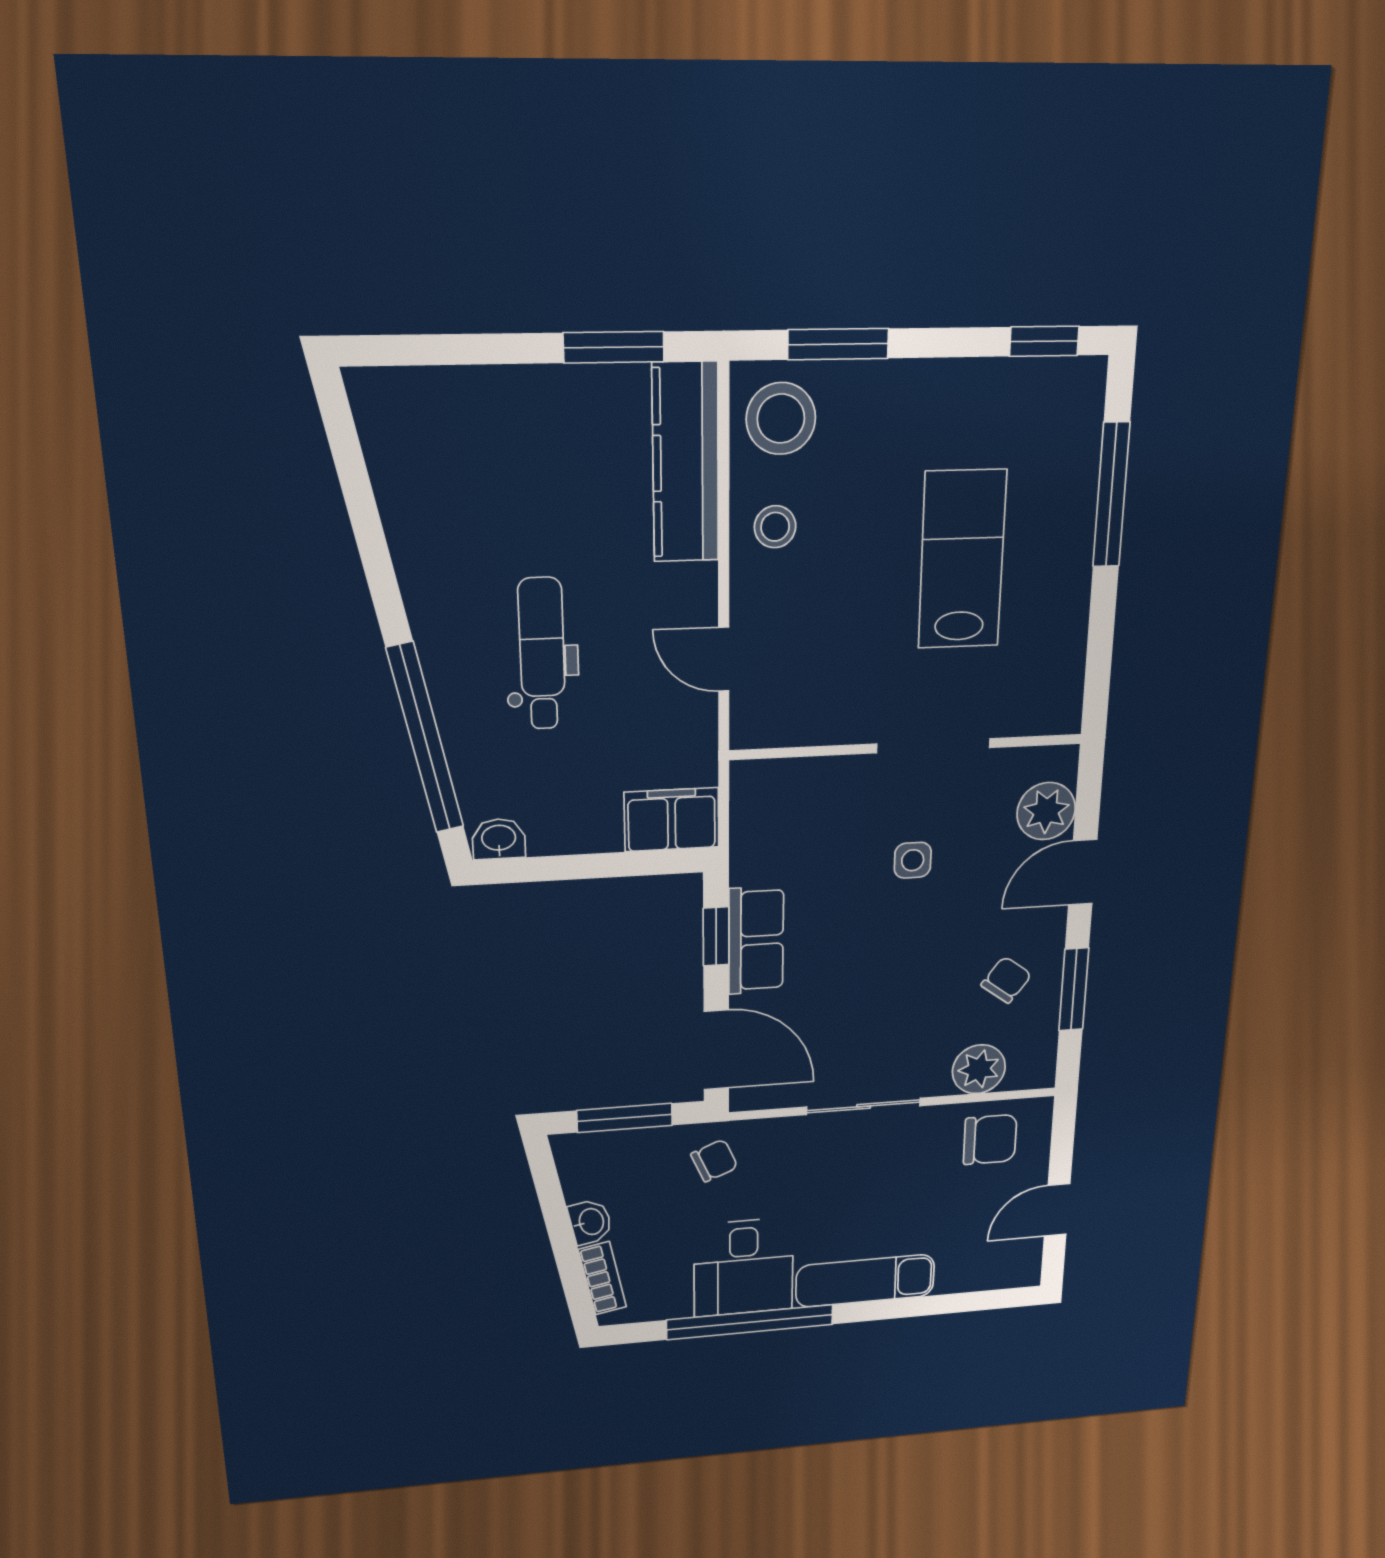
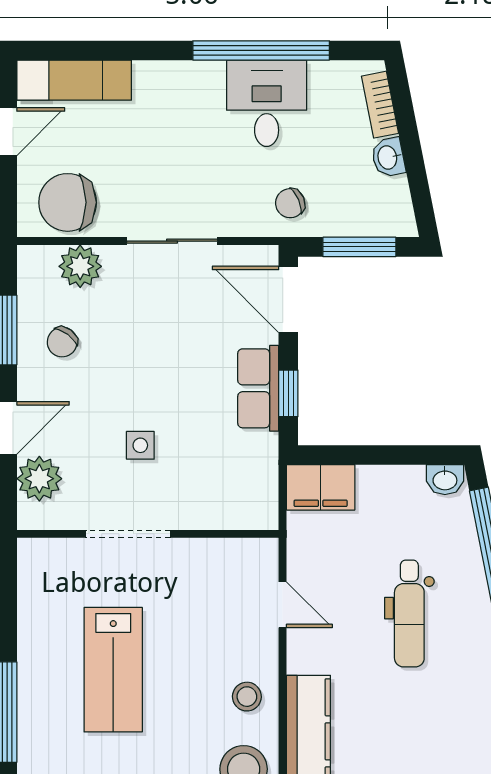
chair: (990, 1140) -> (68, 202), width x1.37, depth x1.37
exam couch: (865, 1281) -> (74, 80), moved

